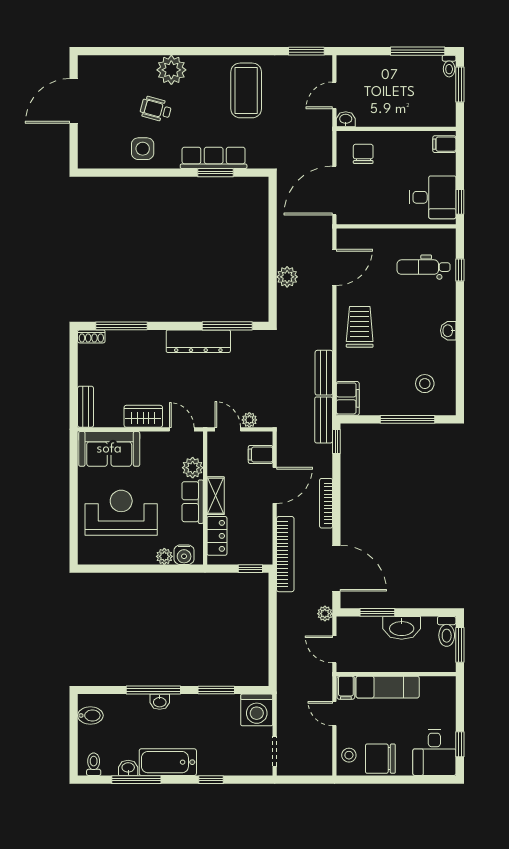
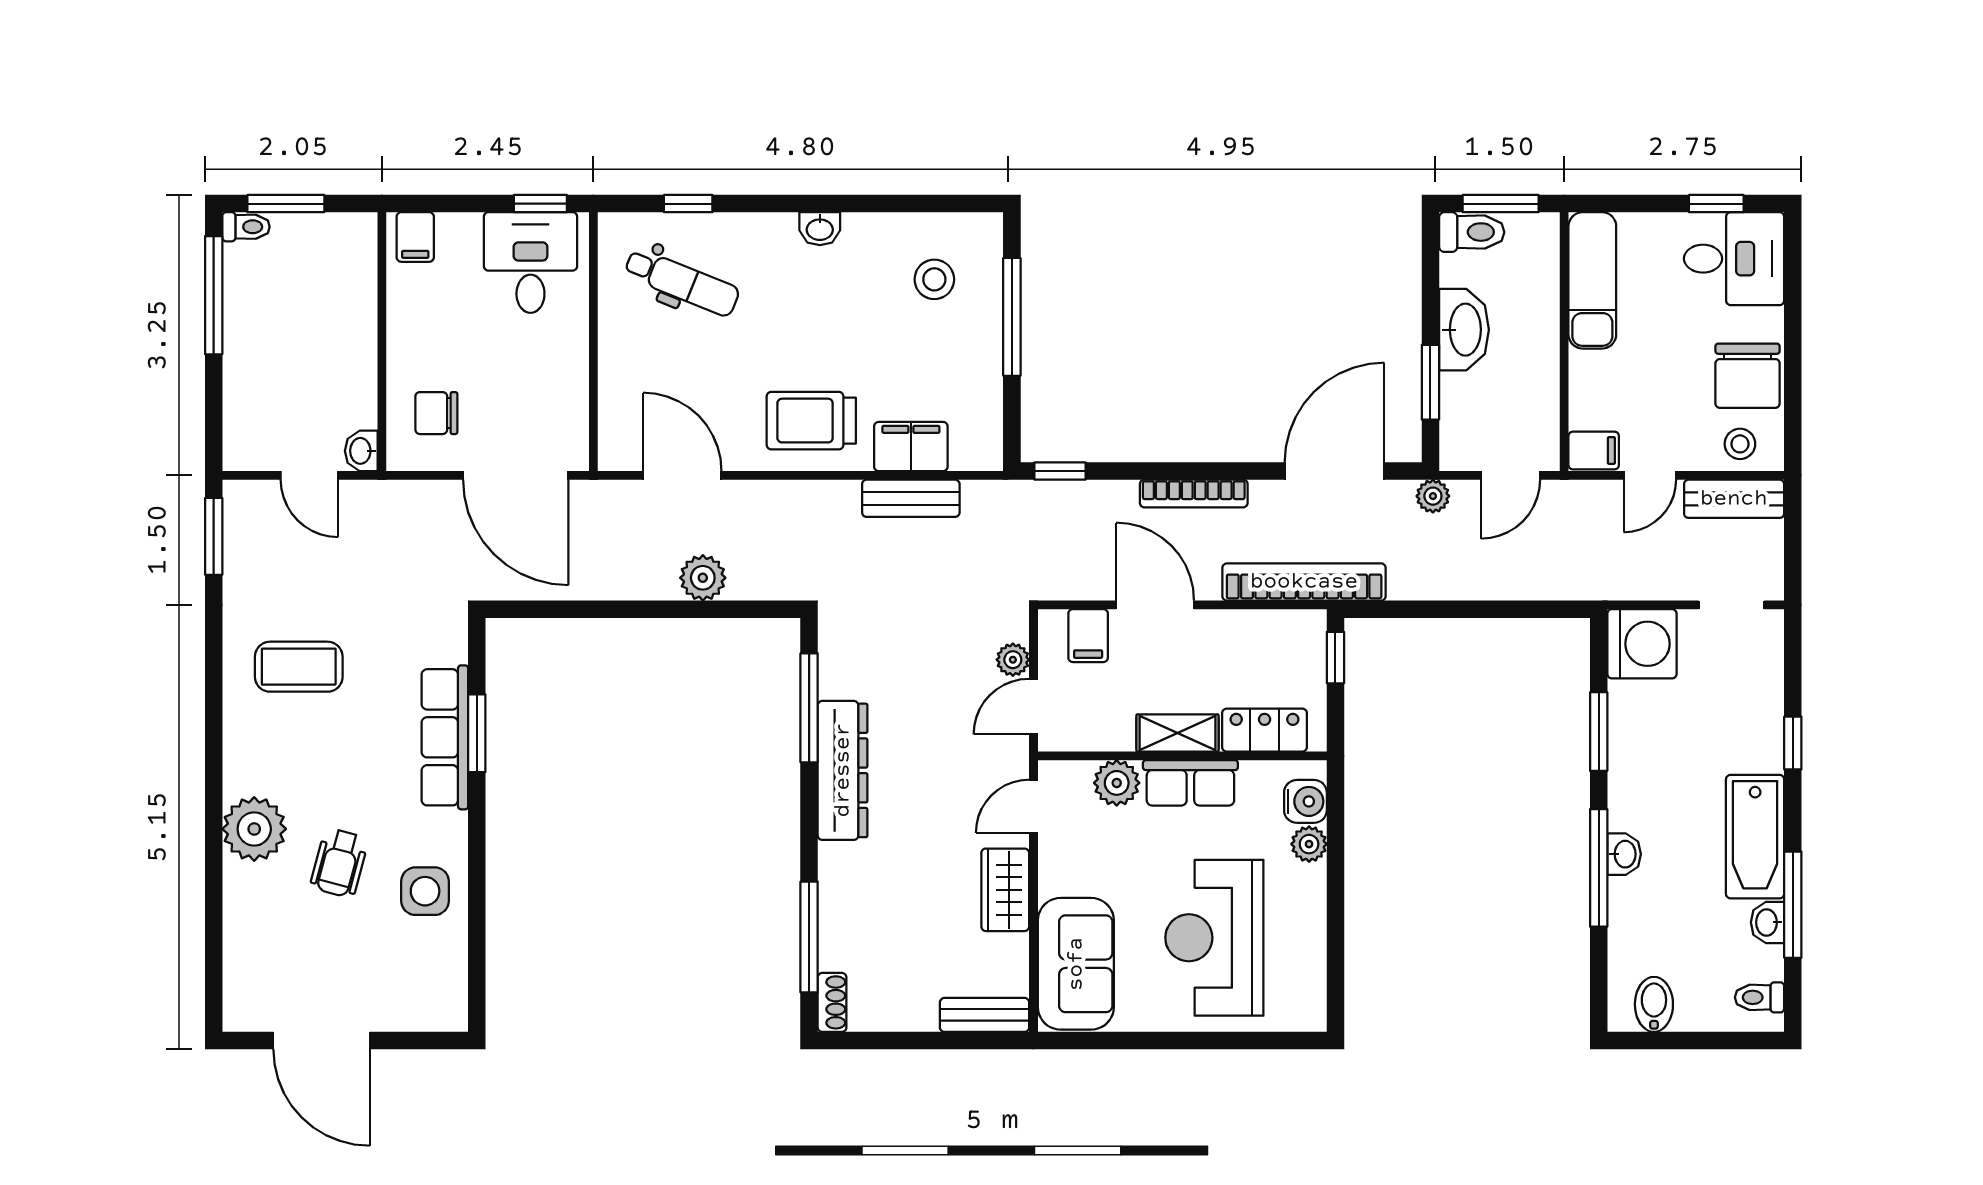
coffee table: (246, 90) -> (299, 667), width x0.73, depth x0.76
dental chair: (424, 267) -> (682, 282), turned -68
filing cabinet: (348, 398) -> (911, 447), moved
bench: (324, 420) -> (1734, 499), moved
exam couch: (388, 687) -> (1592, 280), moved

